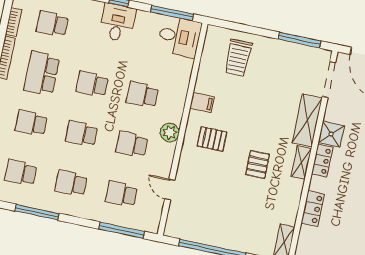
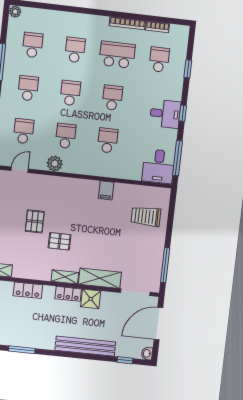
plant: (170, 133) -> (55, 164), moved
pallet: (212, 139) -> (35, 221), moved
door: (170, 190) -> (20, 170), moved

